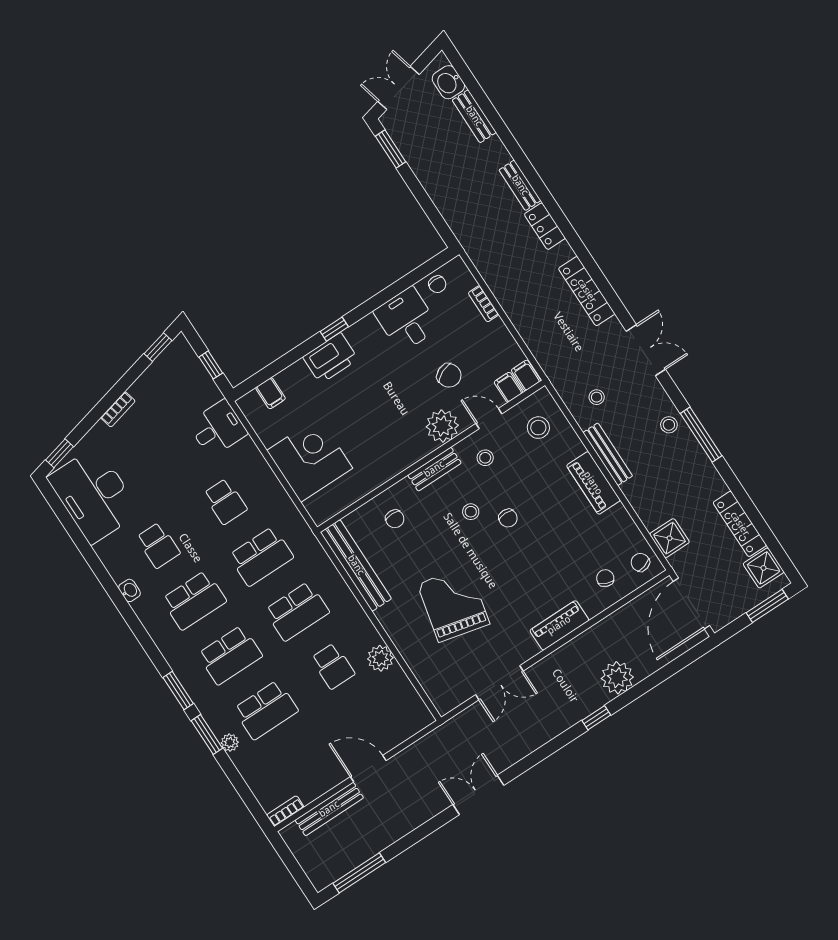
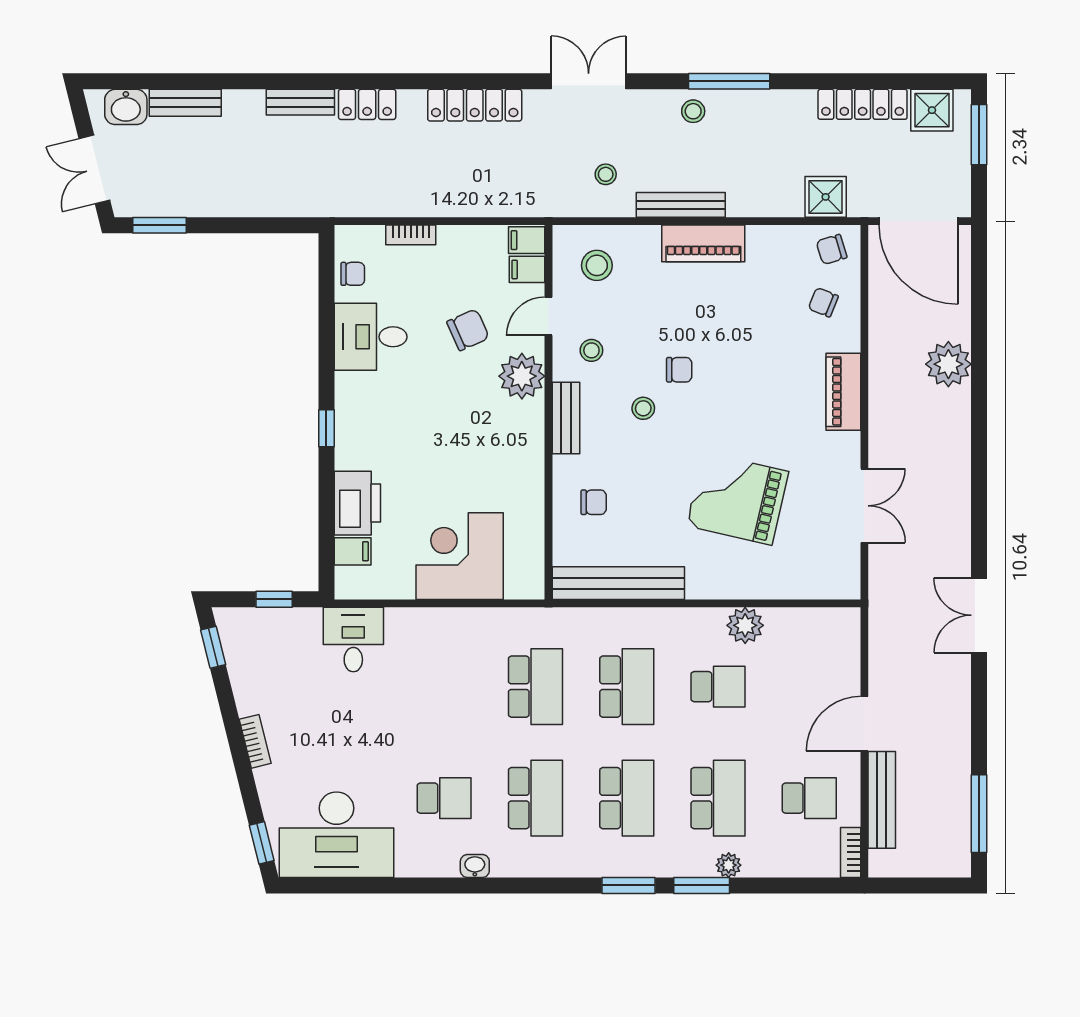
printer: (330, 358) -> (357, 503), moved
school desk: (225, 501) -> (809, 798), moved
window: (596, 718) -> (979, 419), removed

